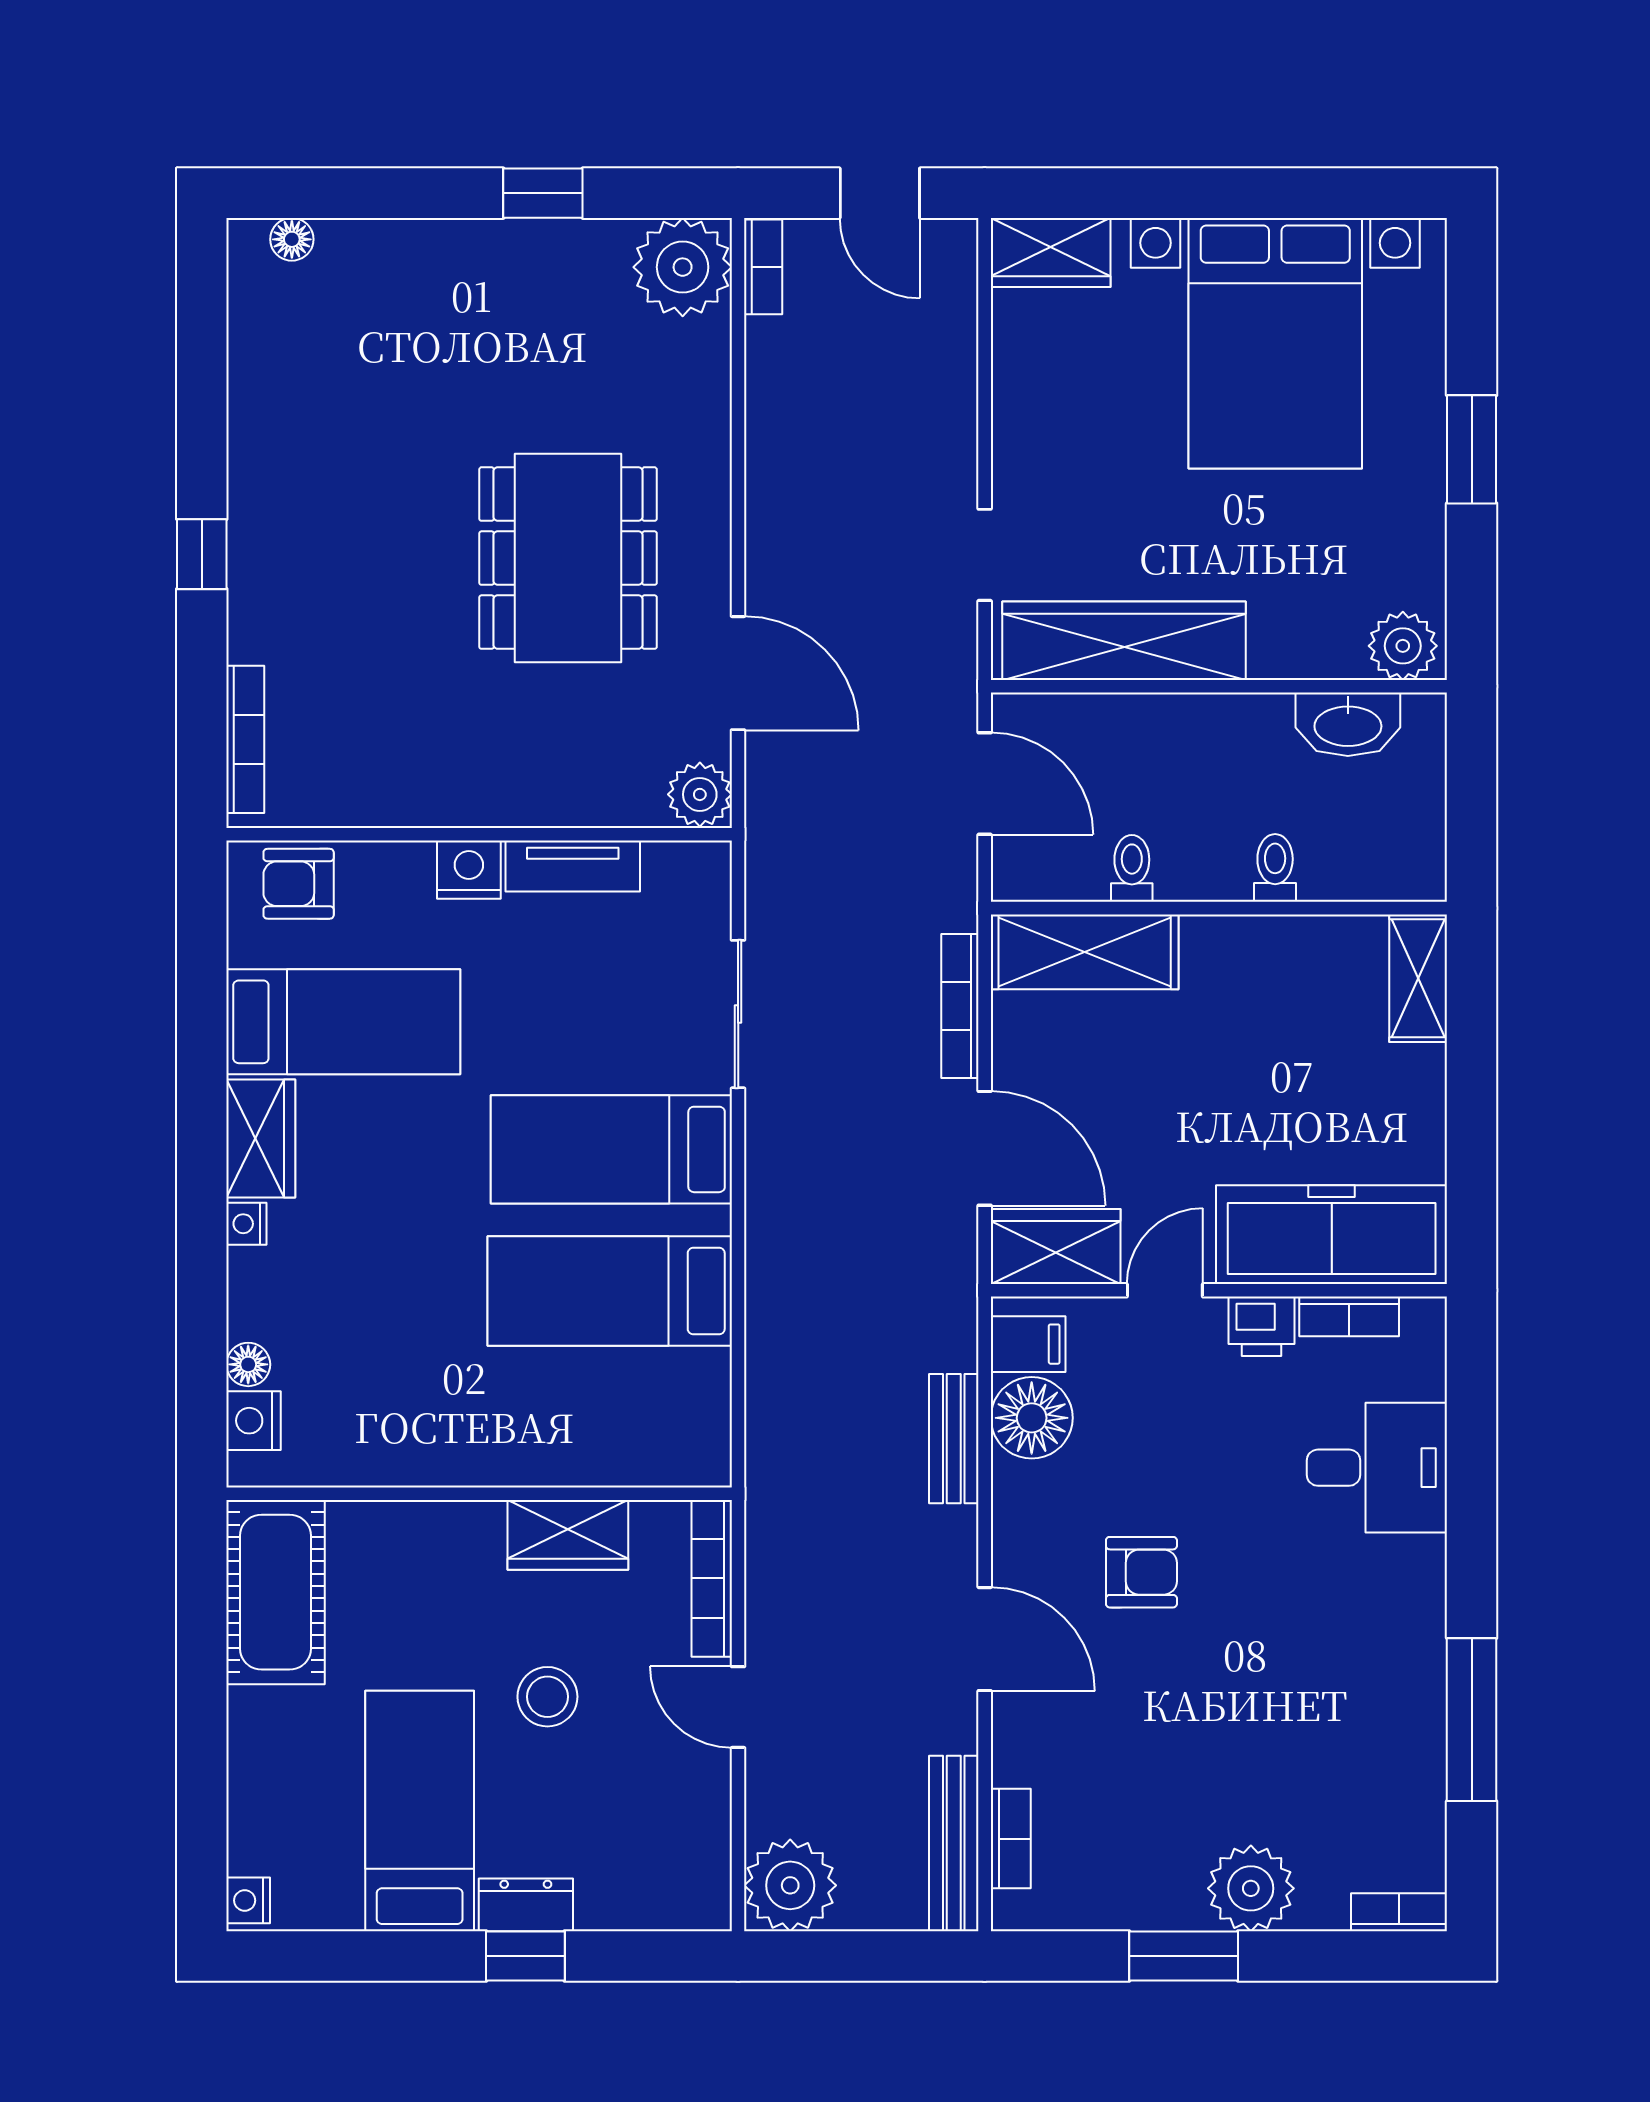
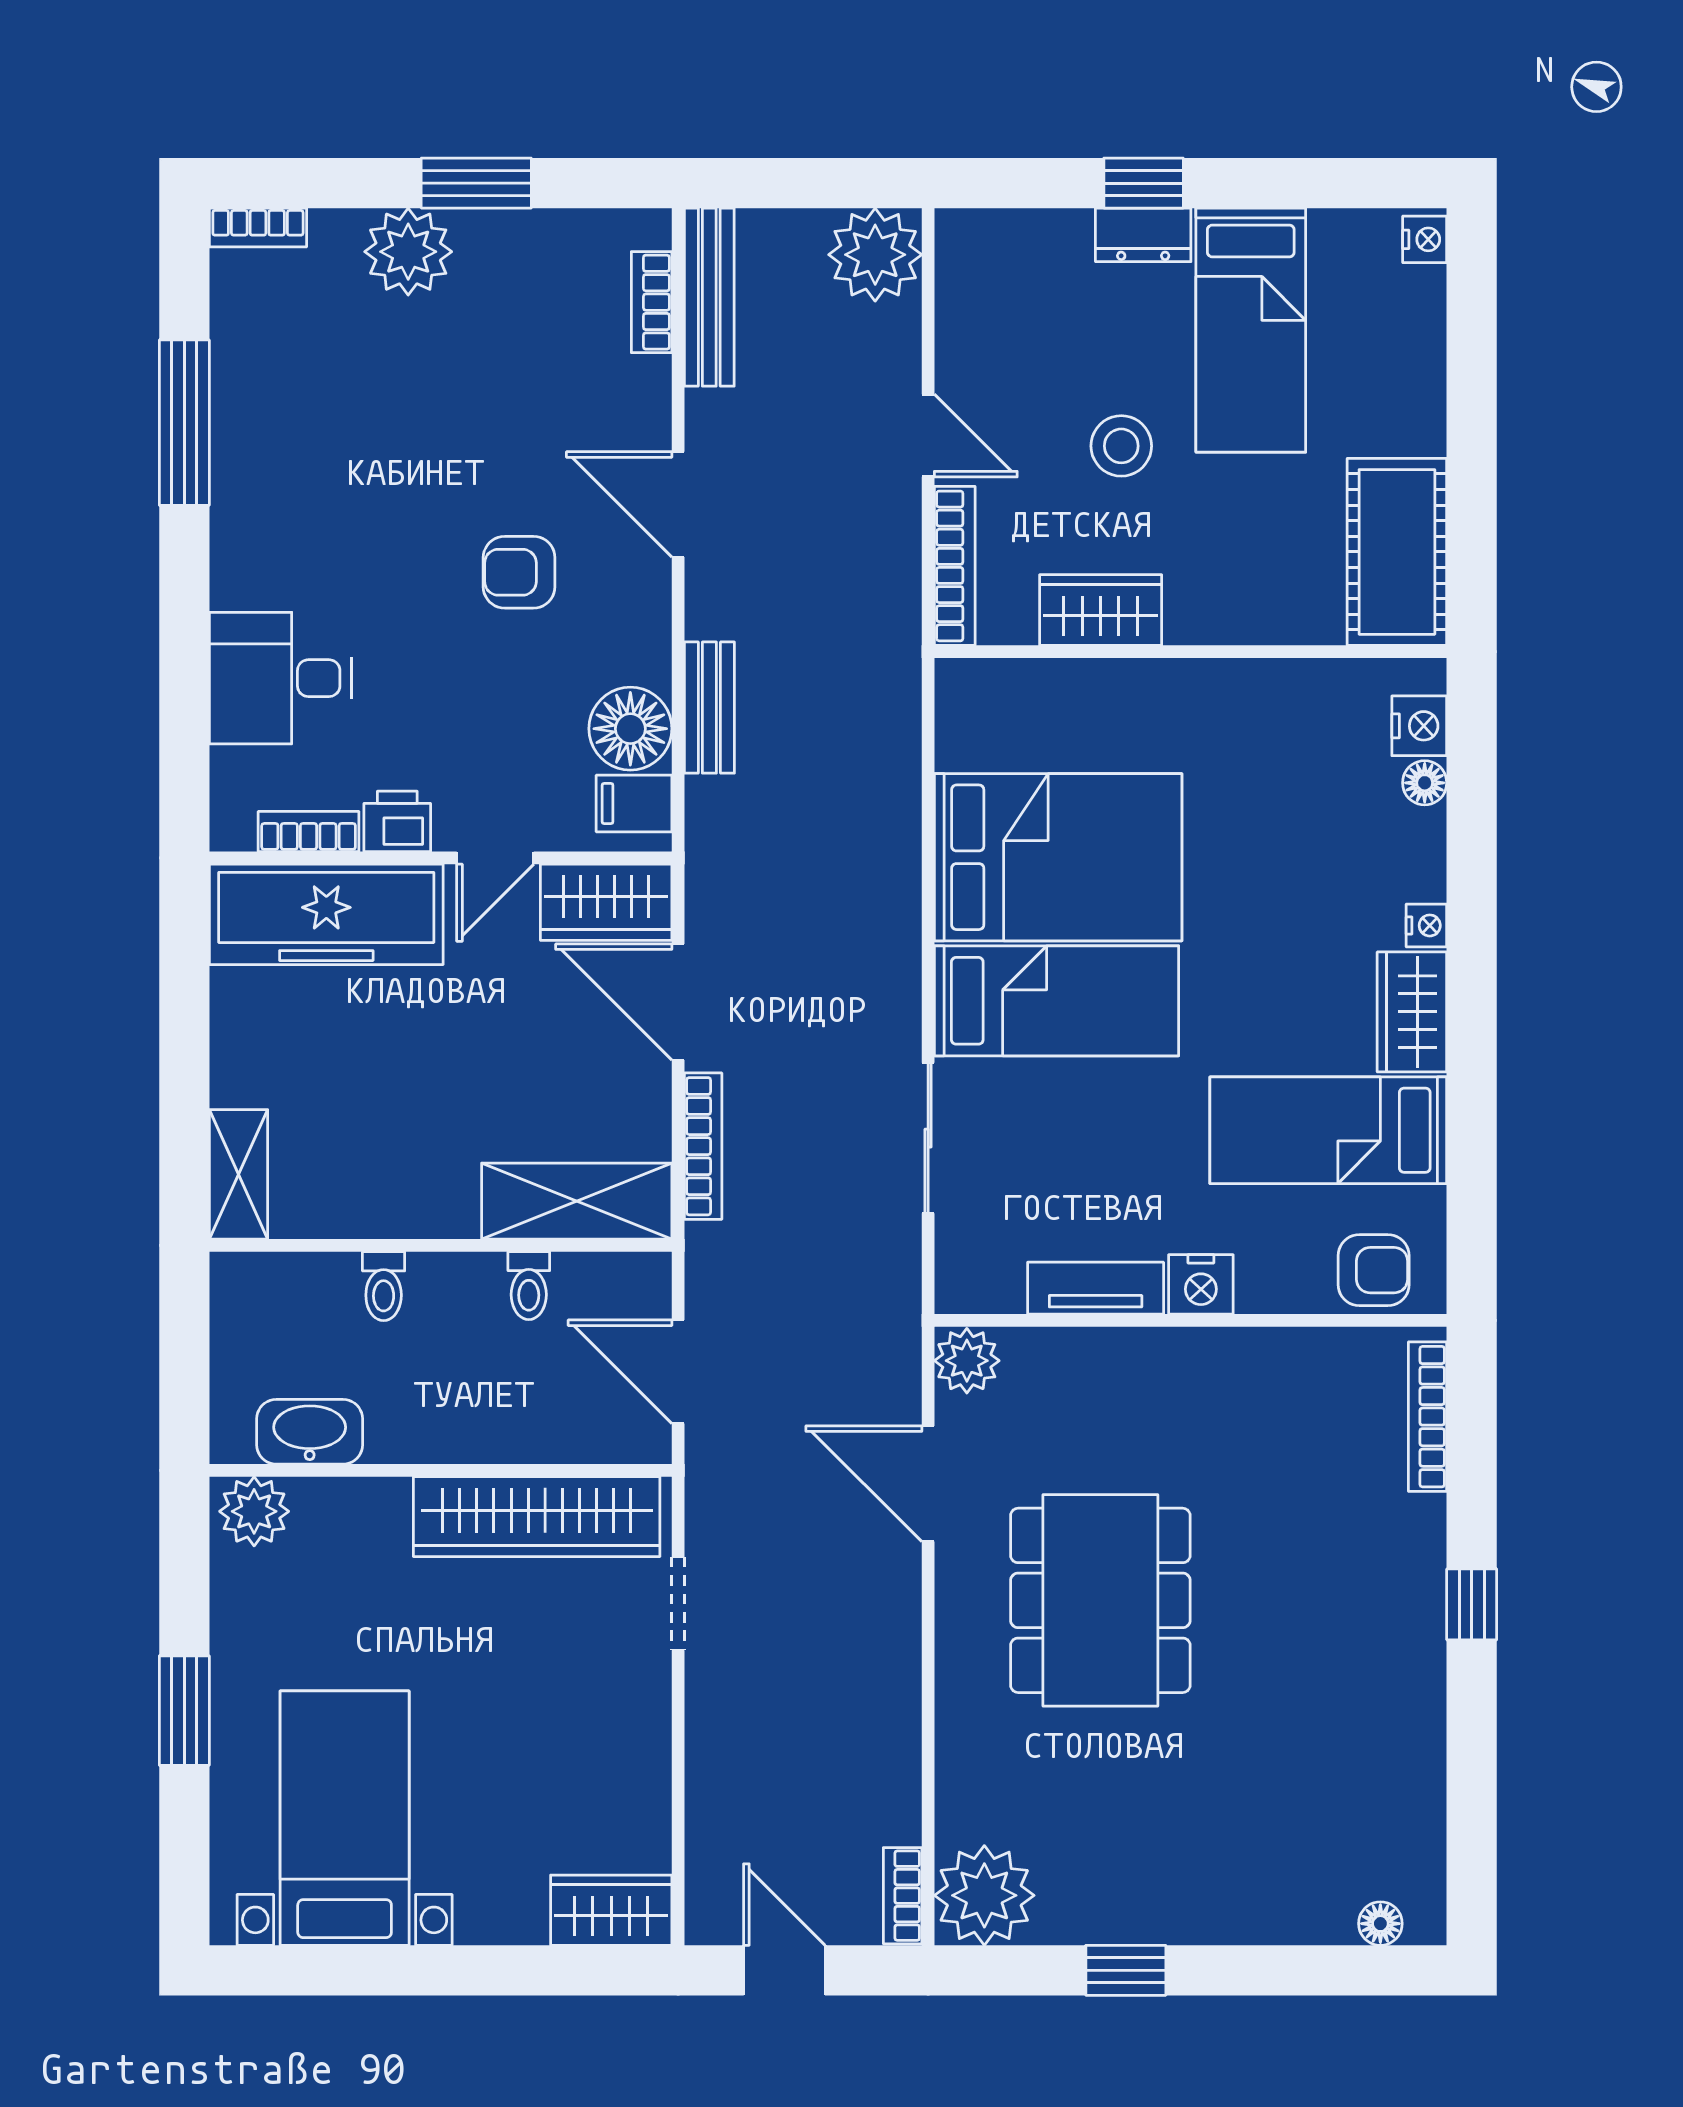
bed with nightstands: (1275, 343) -> (345, 1818), width x0.73
bed: (610, 1291) -> (1058, 857), width x1.50

